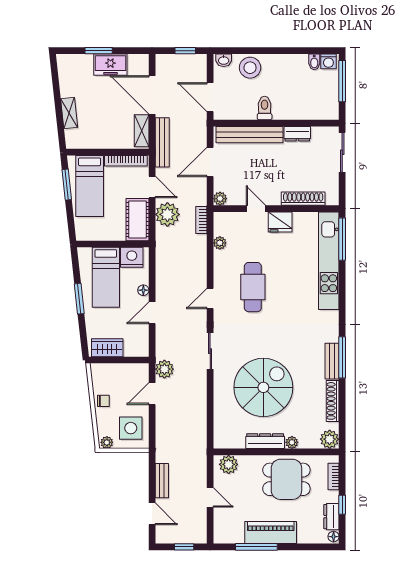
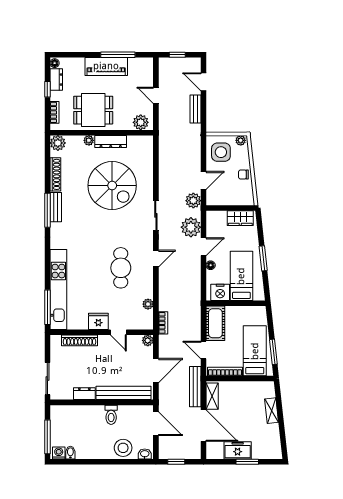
plant: (167, 214) -> (191, 227), moved
spiral stairs: (263, 387) -> (112, 186), turned -90

